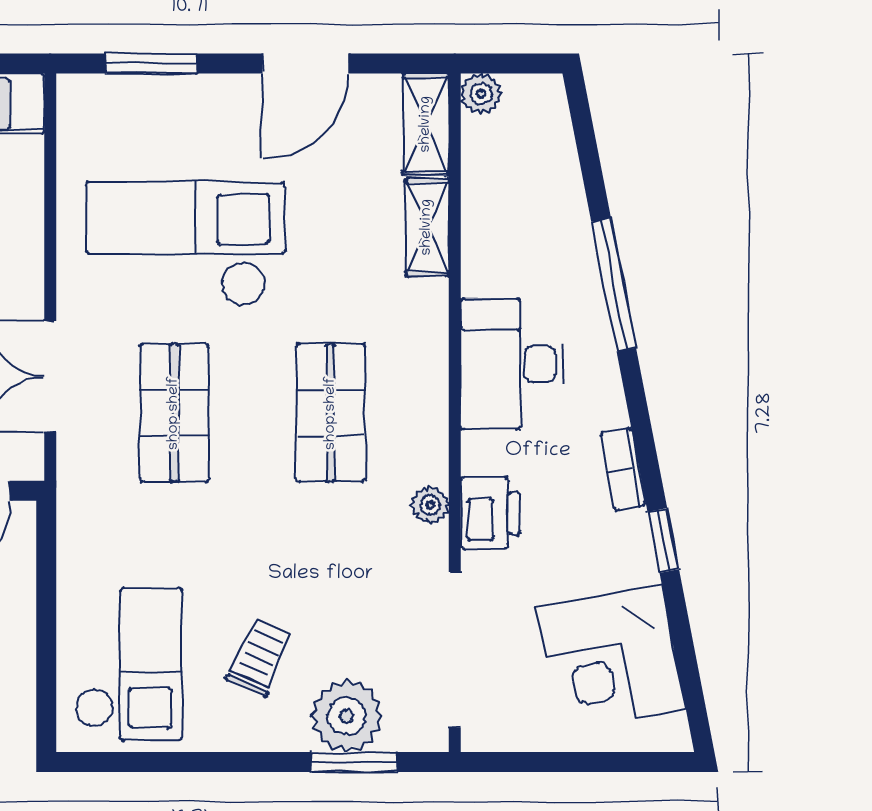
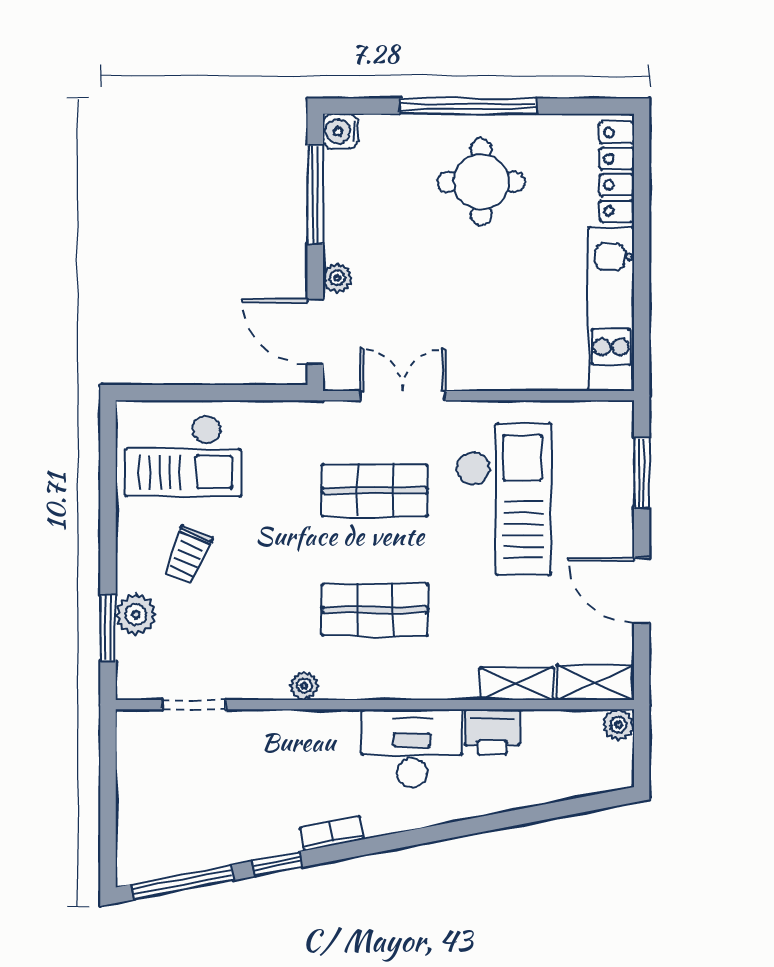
window: (614, 285) -> (182, 882), moved
printer: (490, 513) -> (492, 732), moved
doorway: (455, 650) -> (194, 705), width x0.53
trolley: (259, 657) -> (188, 555), turned 88
corner desk: (611, 658) -> (187, 824), removed
plant: (346, 716) -> (136, 615), width x0.73, depth x0.73

